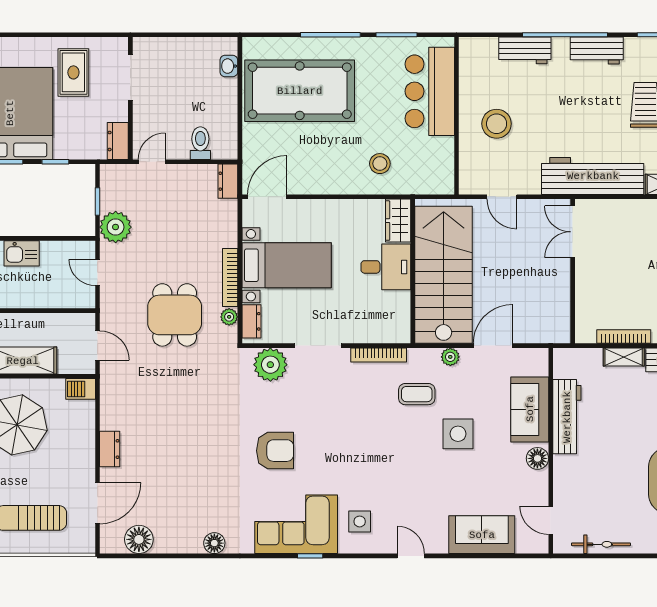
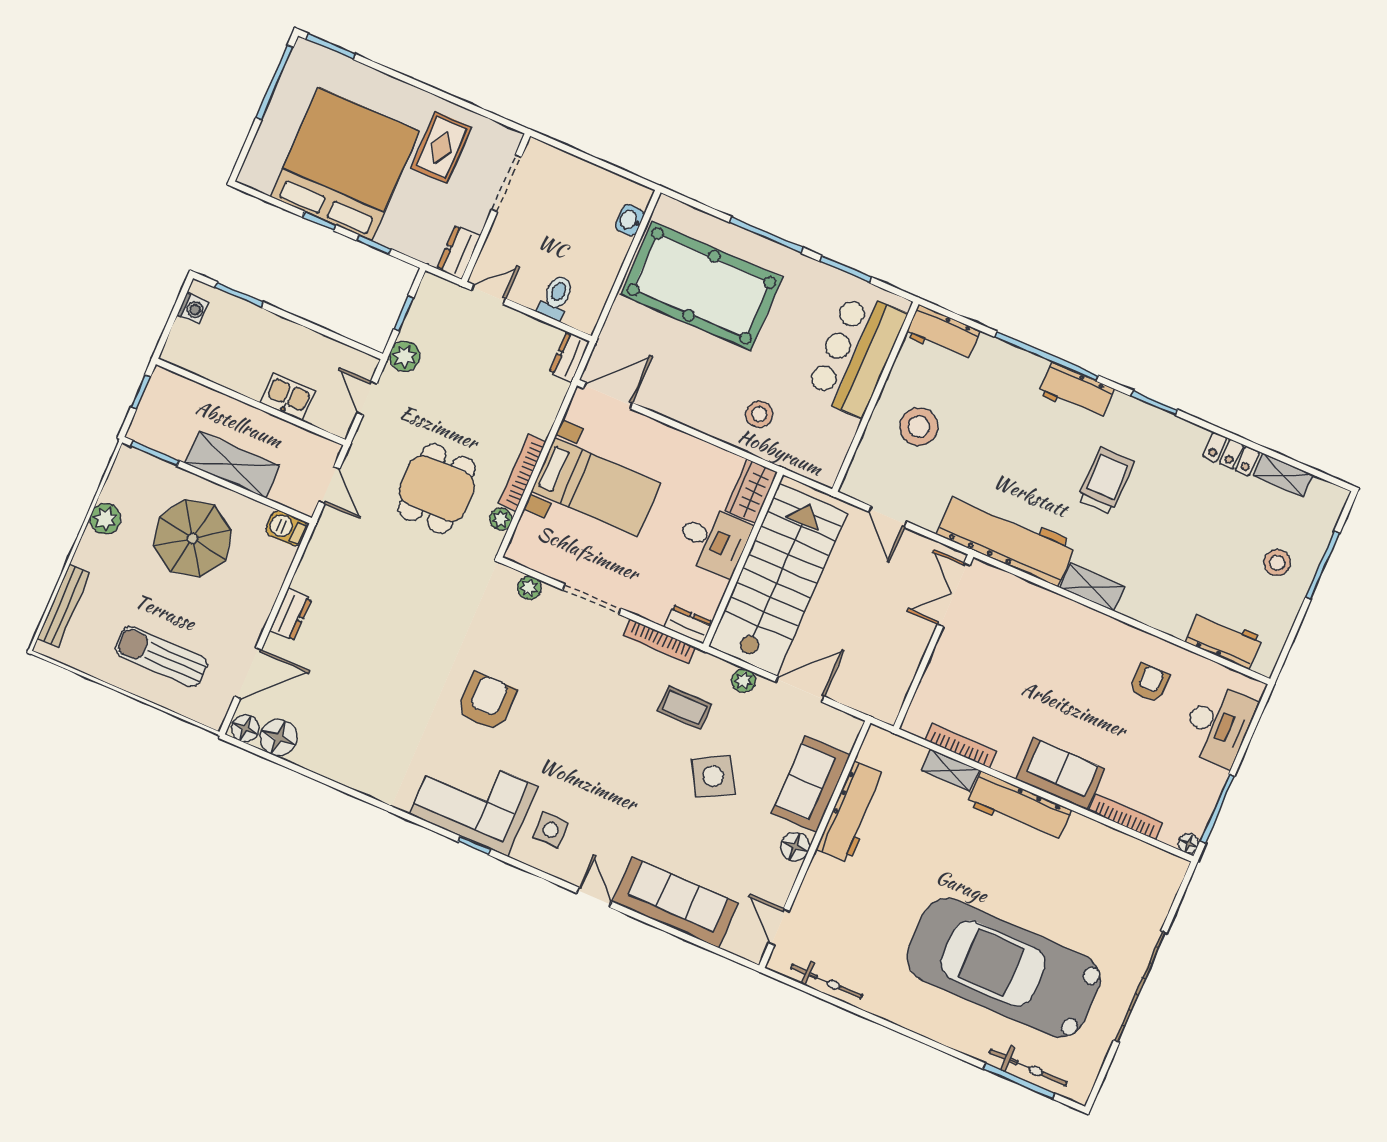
workbench: (525, 50) -> (943, 333), moved
plant: (116, 227) -> (405, 356), width x0.73, depth x0.73
kitchen sink: (22, 253) -> (288, 397), moved, turned 180
dresser: (251, 321) -> (688, 624), moved, turned -90
plant: (270, 365) -> (529, 588), width x0.53, depth x0.53
side table: (458, 434) -> (713, 776), turned -30
armchair: (275, 451) -> (487, 702), turned -90
sofa: (482, 535) -> (675, 902), width x1.36
floor lamp: (214, 543) -> (245, 728), moved

